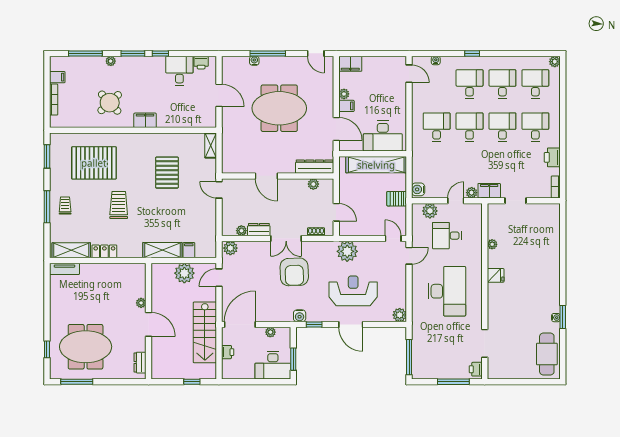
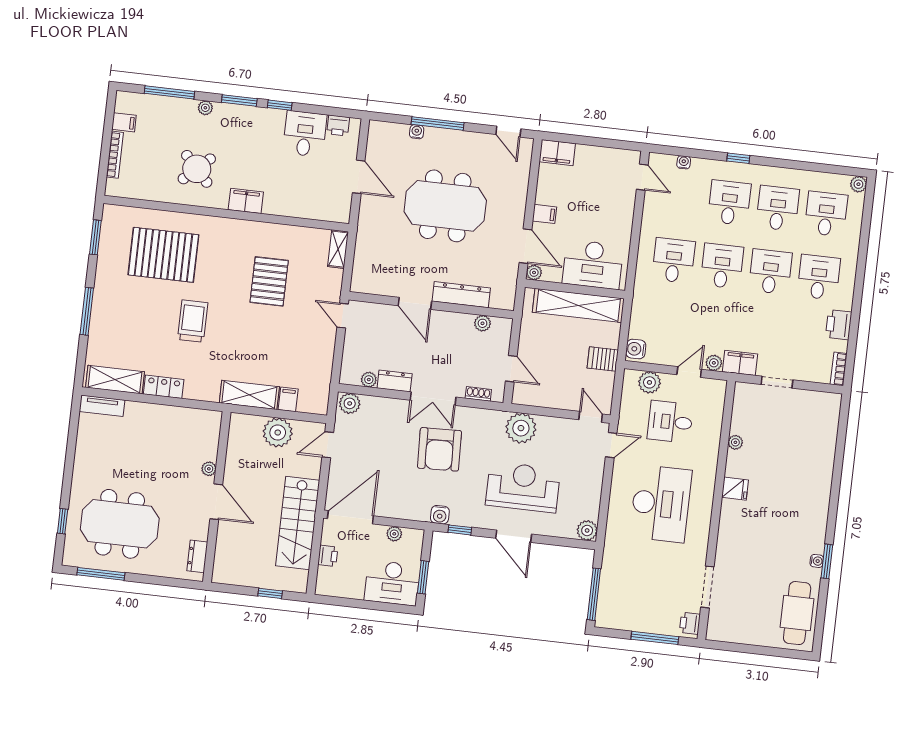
plant: (344, 94) -> (534, 273), moved
dresser: (315, 167) -> (461, 295), moved
trolley: (65, 206) -> (114, 313), removed

